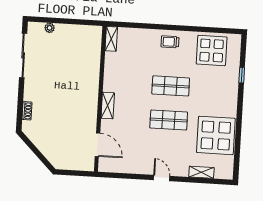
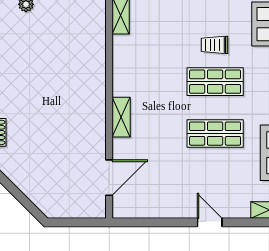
trolley: (170, 42) -> (215, 45), moved
door: (97, 145) -> (109, 178), hinge flipped

